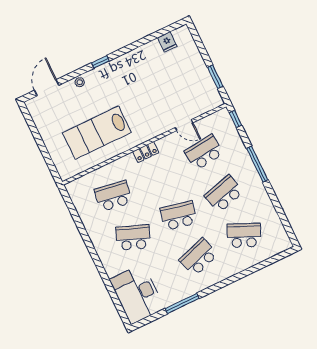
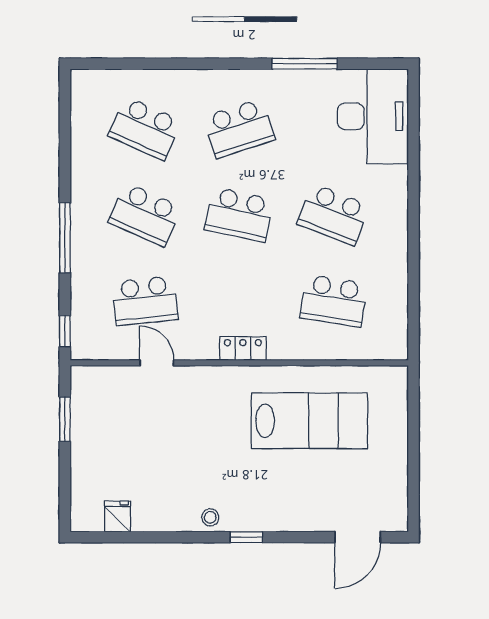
stool: (80, 82) -> (210, 517), moved
school desk: (224, 194) -> (145, 215), turned 39

